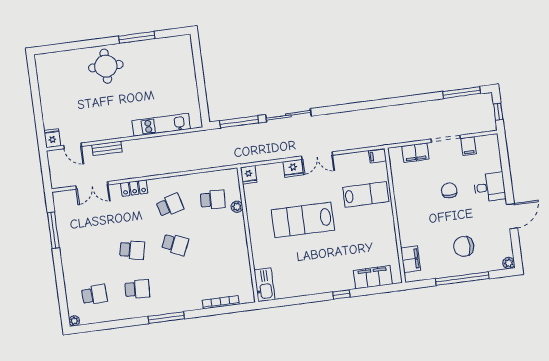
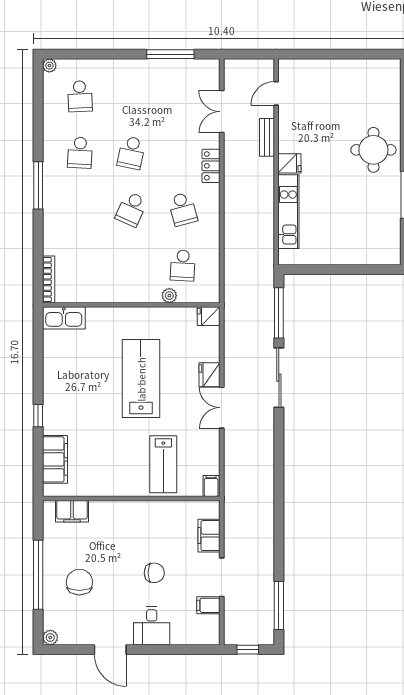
fridge: (52, 138) -> (289, 163), moved
bookcase: (221, 302) -> (49, 279), moved

